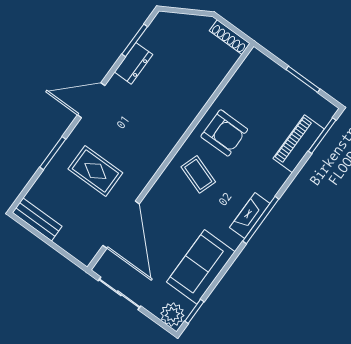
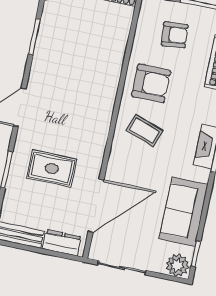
dresser: (134, 63) -> (62, 243), moved, turned -90
armchair: (267, 98) -> (175, 35), added
door: (121, 225) -> (96, 206), hinge flipped

